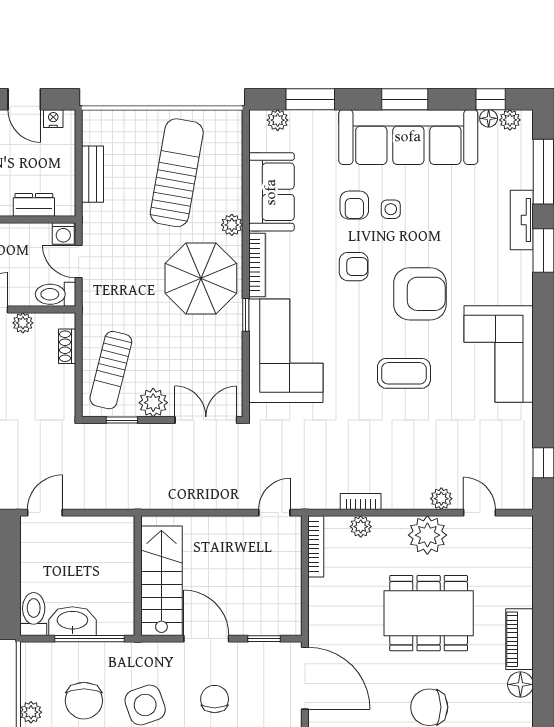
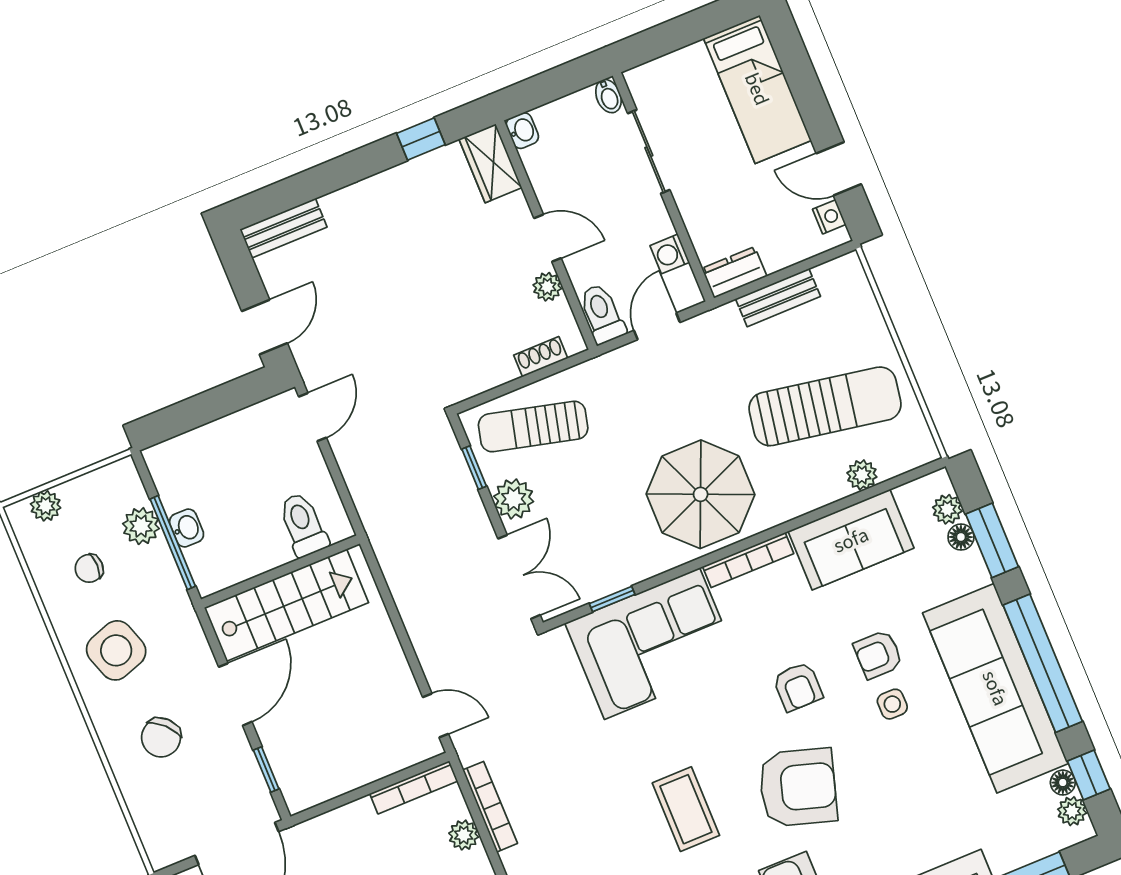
door: (24, 99) -> (839, 169), hinge flipped
window: (405, 99) -> (1043, 663), width x2.11
floor lamp: (300, 119) -> (961, 537), added
dresser: (34, 205) -> (734, 272), moved, turned -90
plant: (232, 225) -> (862, 475), moved
washing machine: (63, 234) -> (670, 254), moved
armchair: (420, 294) -> (798, 787), turned -73
window: (246, 315) -> (612, 599), moved
bookcase: (361, 501) -> (490, 807), width x1.56
door: (45, 513) -> (313, 417), hinge flipped
toilet: (34, 614) -> (303, 525), moved, turned -90
washbasin: (72, 621) -> (187, 528), width x0.52, depth x0.69
plant: (70, 655) -> (141, 526), added
chair: (215, 699) -> (161, 737), turned 135
chair: (84, 701) -> (89, 568), width x0.54, depth x0.54

